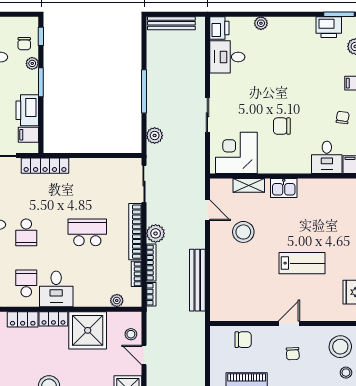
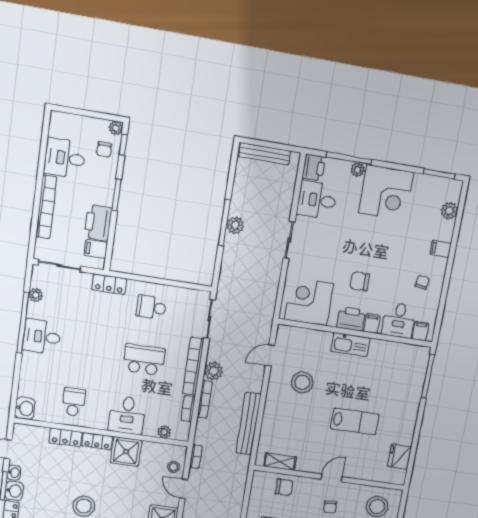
window: (251, 14) -> (349, 158), added
printer: (329, 27) -> (351, 319), moved, turned 180
corner desk: (292, 40) -> (386, 193), added
plant: (32, 63) -> (116, 128), moved
sliding door: (207, 115) -> (289, 240), moved
plant: (155, 136) -> (235, 225), moved
filing cabinet: (301, 165) -> (372, 324), added
locker: (45, 166) -> (109, 284), width x0.66
shelving: (249, 185) -> (280, 462), moved
kitchen sink: (284, 188) -> (350, 345), width x1.38
door: (207, 210) -> (270, 355), swing flipped
school desk: (26, 232) -> (151, 307), moved, turned 90
desk: (56, 289) -> (127, 415), moved
bookcase: (151, 294) -> (196, 456), moved
shower: (88, 330) -> (126, 452), width x0.73, depth x0.73

